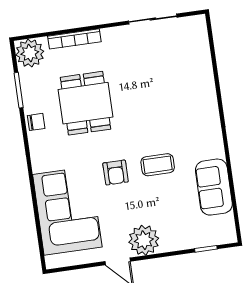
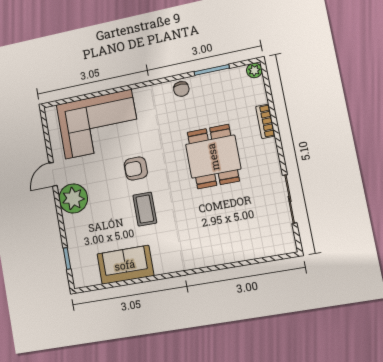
bookcase: (74, 39) -> (265, 121), width x0.64
plant: (30, 53) -> (254, 70), width x0.53, depth x0.53
dining table: (86, 103) -> (213, 157), moved, turned 90

